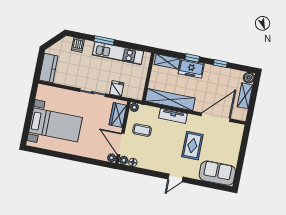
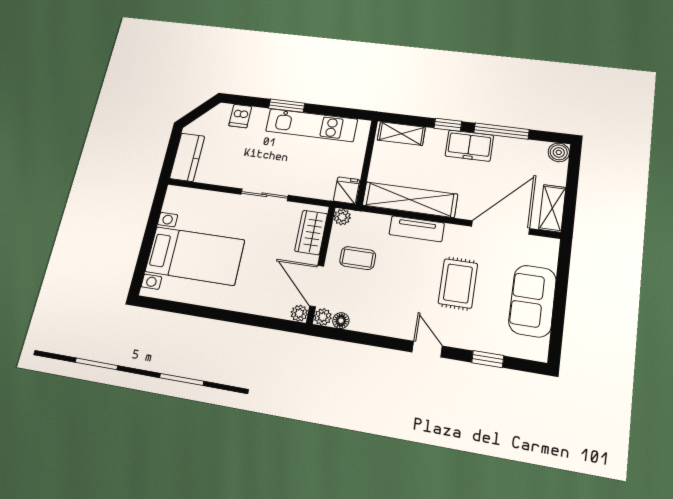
window: (220, 64) -> (501, 131), width x2.17
freezer: (191, 69) -> (469, 146), moved
fridge: (117, 89) -> (346, 190), moved
shelving: (245, 96) -> (552, 208), moved
sofa: (217, 173) -> (532, 301), moved, turned -90
door: (175, 178) -> (427, 349), swing flipped
window: (204, 184) -> (488, 359), added

